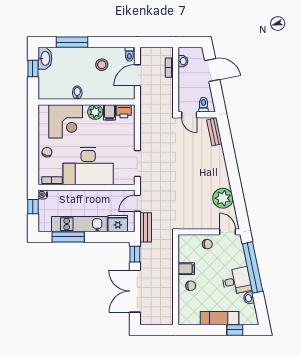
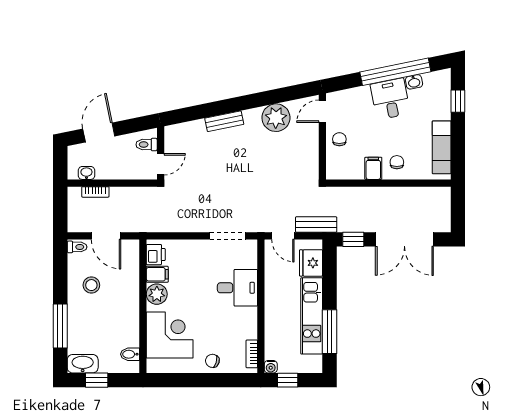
bidet: (77, 93) -> (130, 354), moved
bench: (214, 132) -> (224, 121), moved
desk: (88, 166) -> (237, 288), width x0.53, depth x0.77
window: (253, 267) -> (395, 72), moved
exam couch: (219, 318) -> (442, 147), moved

